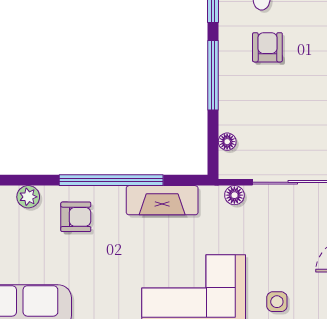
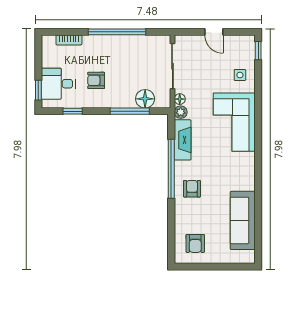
window: (213, 75) -> (130, 111), moved
floor lamp: (227, 142) -> (145, 99), width x1.89, depth x1.89
plant: (28, 197) -> (181, 112), moved

